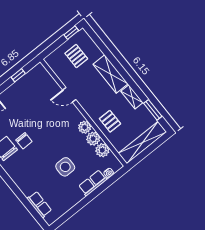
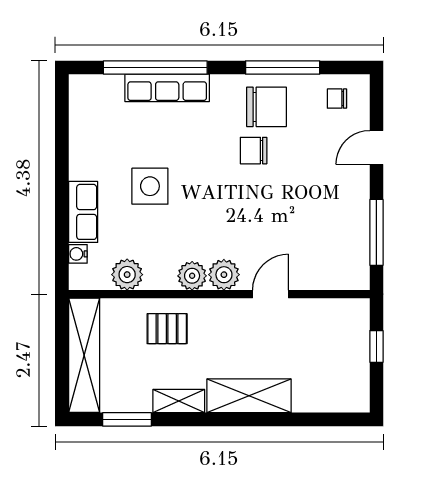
window: (71, 33) -> (376, 346), moved
pallet: (76, 56) -> (329, 361), removed
window: (18, 75) -> (376, 232), width x2.17
plant: (93, 139) -> (224, 275), moved
window: (22, 198) -> (155, 68), added
row of seats: (39, 205) -> (167, 88), moved, width x1.48

